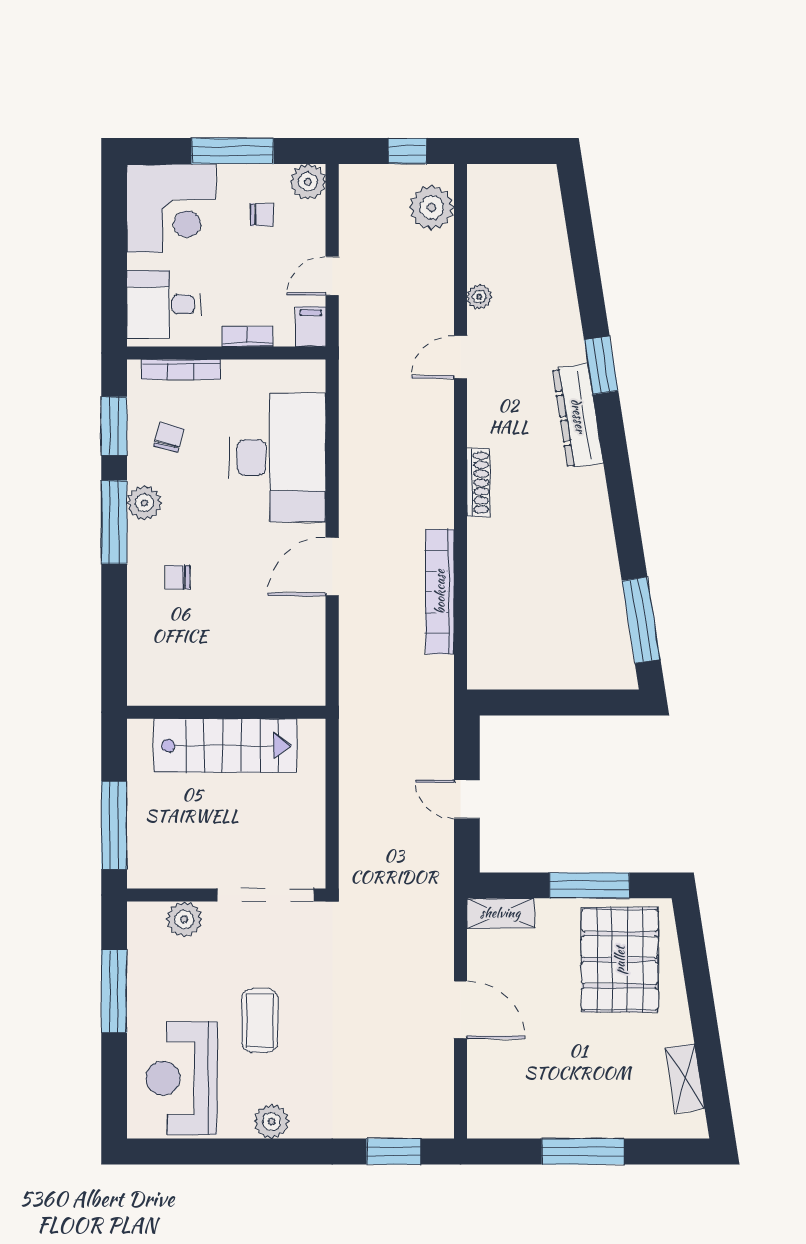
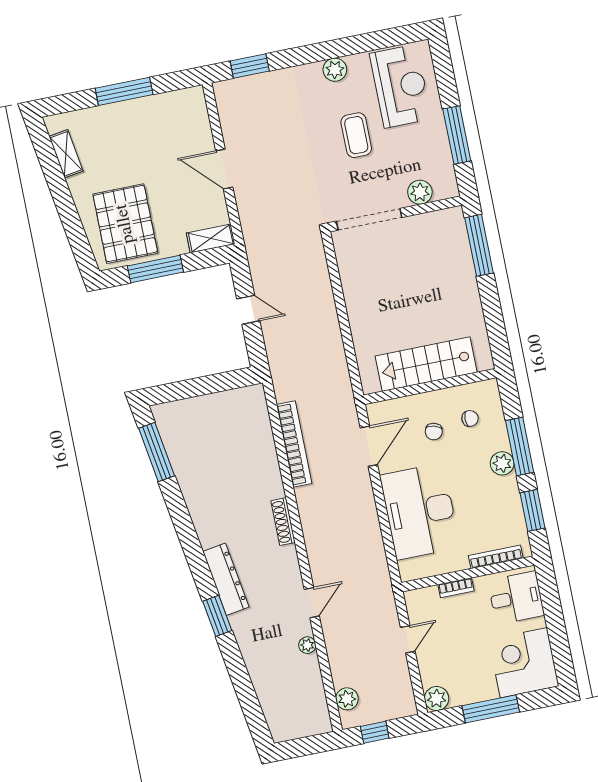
plant: (432, 207) -> (347, 699), width x0.73, depth x0.73
chair: (262, 215) -> (463, 670), removed
filing cabinet: (311, 327) -> (415, 603), removed
chair: (169, 437) -> (434, 432), moved
wall: (226, 712) -> (430, 386), moved
stairs: (225, 746) -> (426, 364), moved

